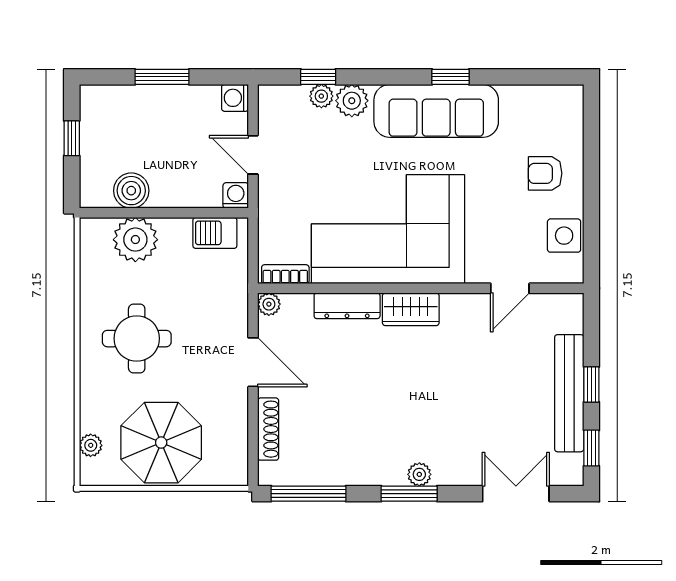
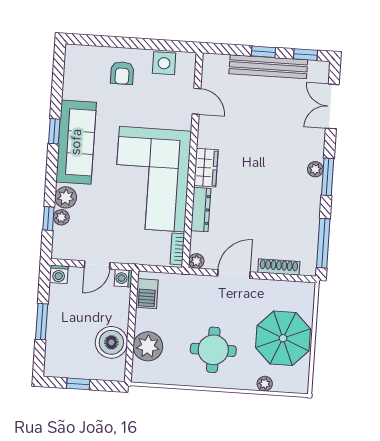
boiler: (131, 191) -> (111, 342), width x1.37, depth x1.37
plant: (91, 445) -> (265, 384), moved

